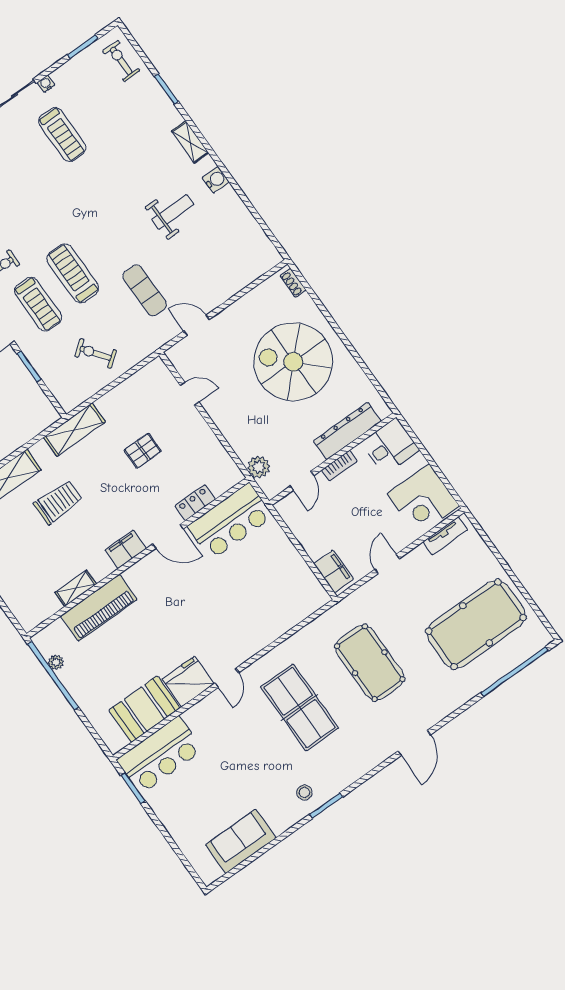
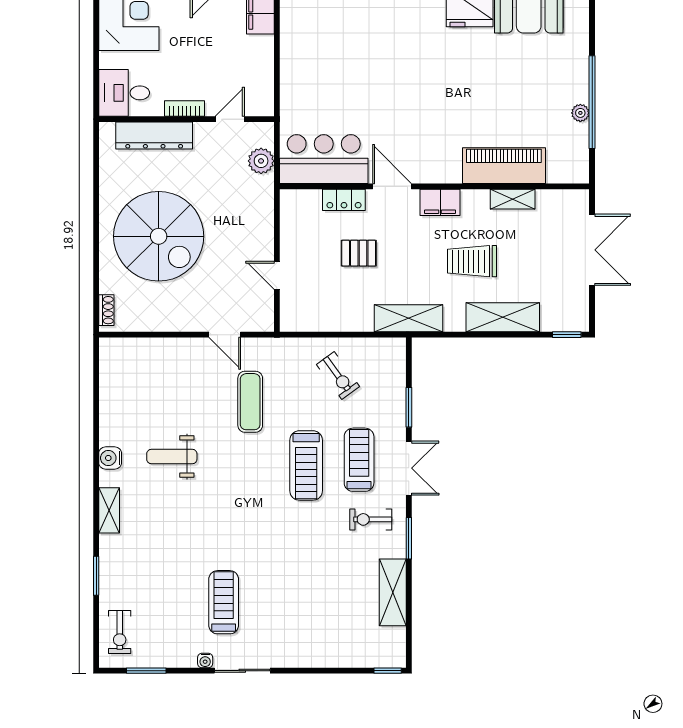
locker: (195, 503) -> (344, 200), moved
bar counter: (230, 521) -> (324, 159), moved
door: (168, 536) -> (392, 186), moved
filing cabinet: (126, 549) -> (440, 202), moved
wall: (138, 558) -> (434, 186), moved
shelving: (76, 588) -> (513, 199), moved
piano: (99, 608) -> (504, 166), moved

